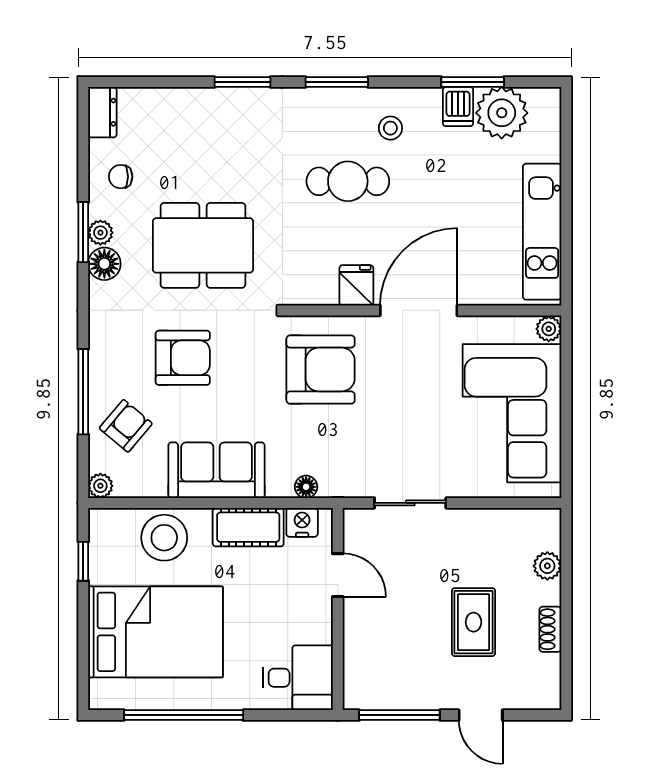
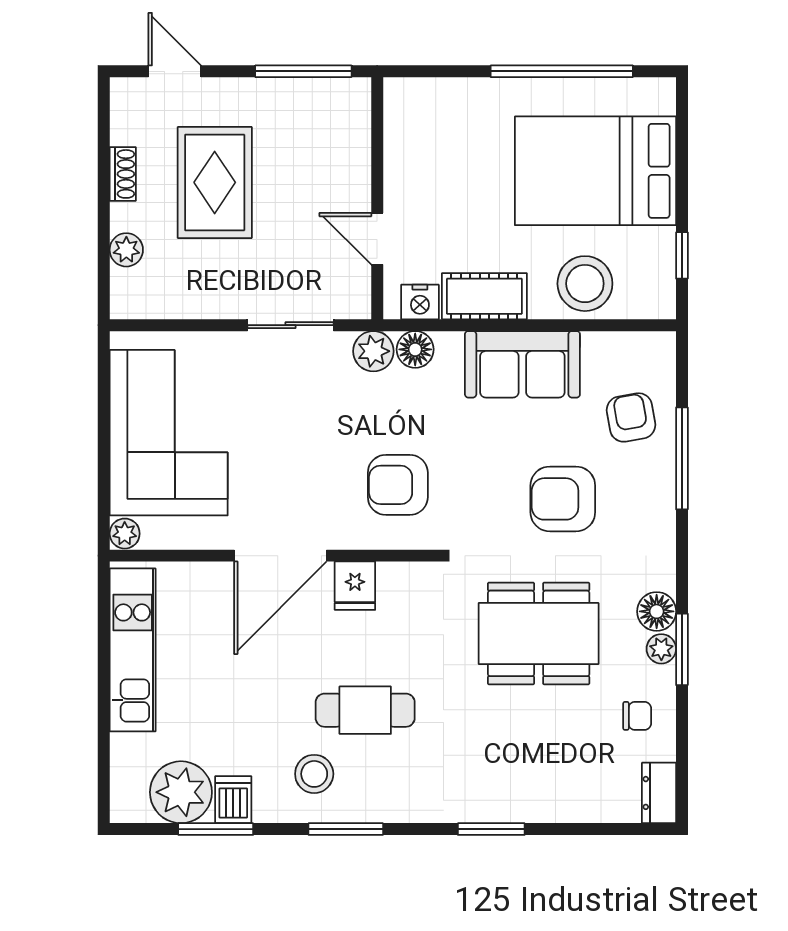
window: (337, 82) -> (346, 829), moved
stool: (390, 128) -> (314, 774), width x1.37, depth x1.37
armchair: (321, 370) -> (398, 485), width x0.73, depth x0.73
armchair: (126, 426) -> (631, 417), turned 130
plant: (100, 486) -> (373, 351), moved, width x1.38, depth x1.38
floor lamp: (306, 487) -> (415, 349), width x1.37, depth x1.37
rug: (473, 622) -> (215, 182), width x1.36, depth x1.43
desk: (298, 678) -> (425, 116), removed
door: (481, 715) -> (175, 71), moved

